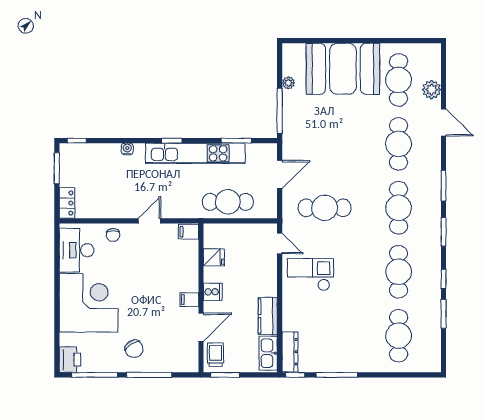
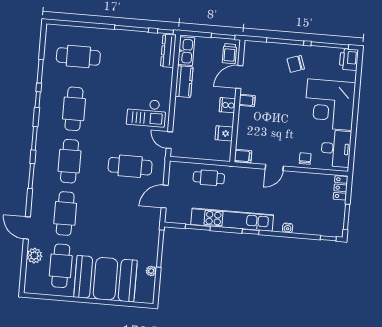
cafe table: (228, 202) -> (209, 178), width x0.73, depth x0.74
cafe table: (399, 336) -> (78, 56), turned 90
chair: (134, 349) -> (296, 64), turned -76

